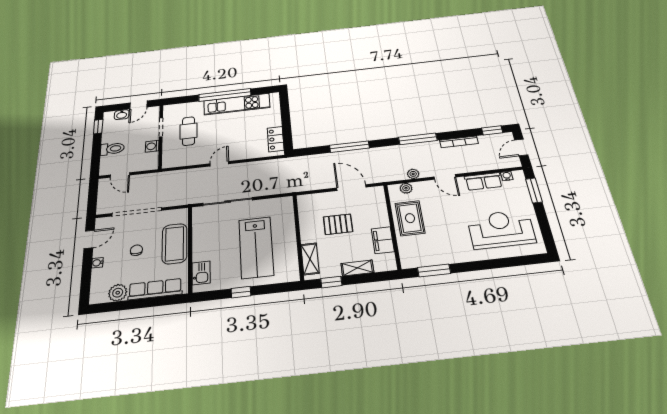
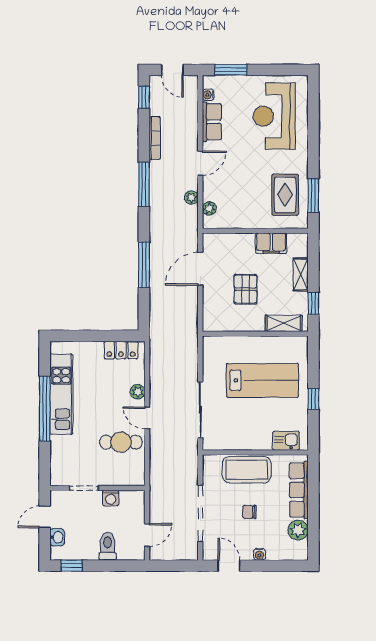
door: (138, 105) -> (45, 517), swing flipped
cafe table: (188, 131) -> (121, 442), moved
plant: (241, 155) -> (138, 392), added
rug: (410, 218) -> (285, 195), moved, turned 90

